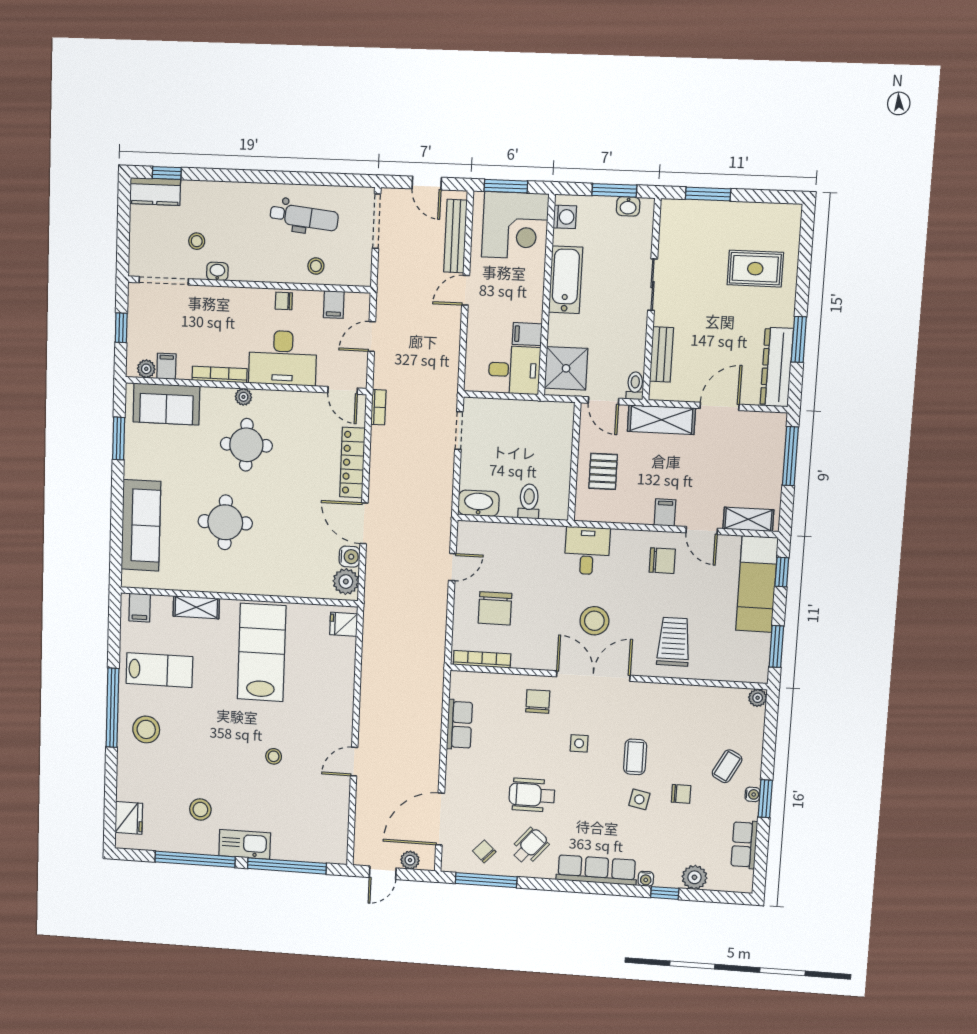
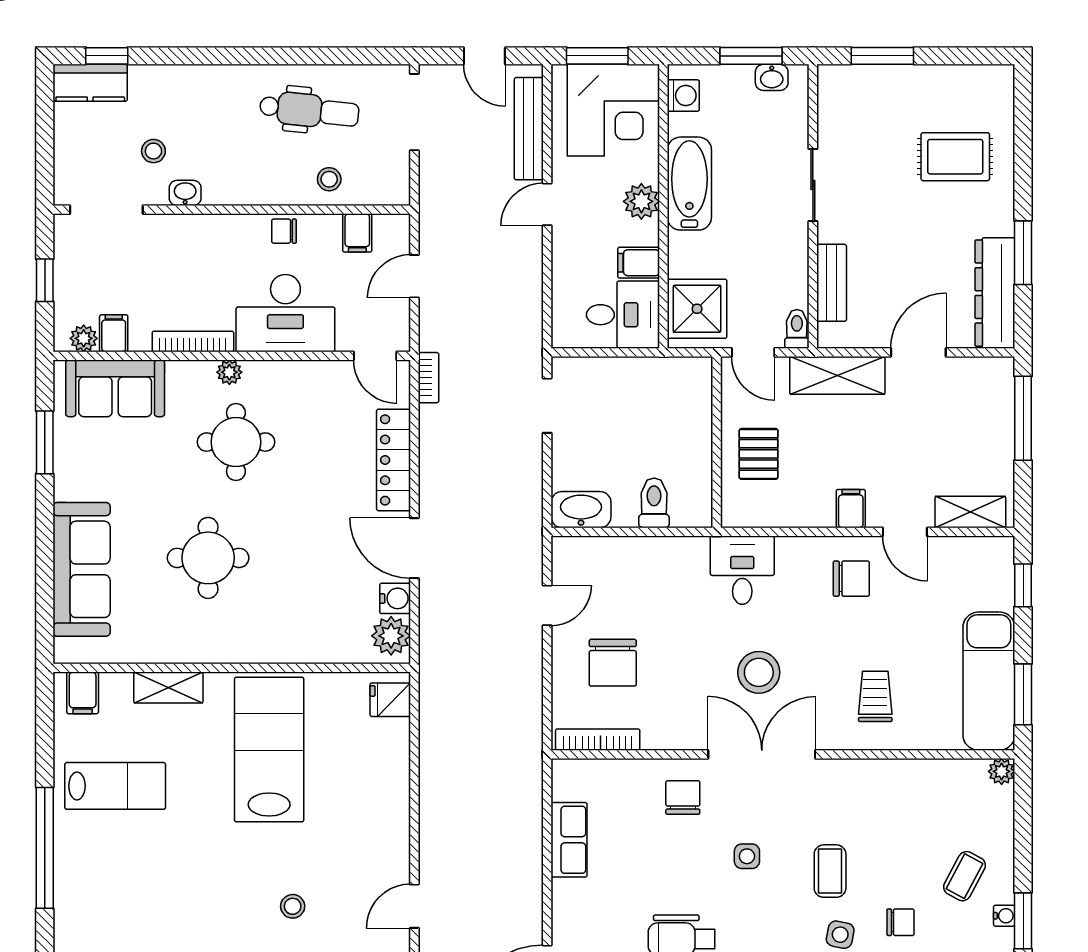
plant: (531, 291) -> (641, 201), added
exam couch: (757, 584) -> (989, 681), moved
trolley: (674, 642) -> (875, 696), width x0.73, depth x0.72
stool: (146, 729) -> (97, 878), removed

